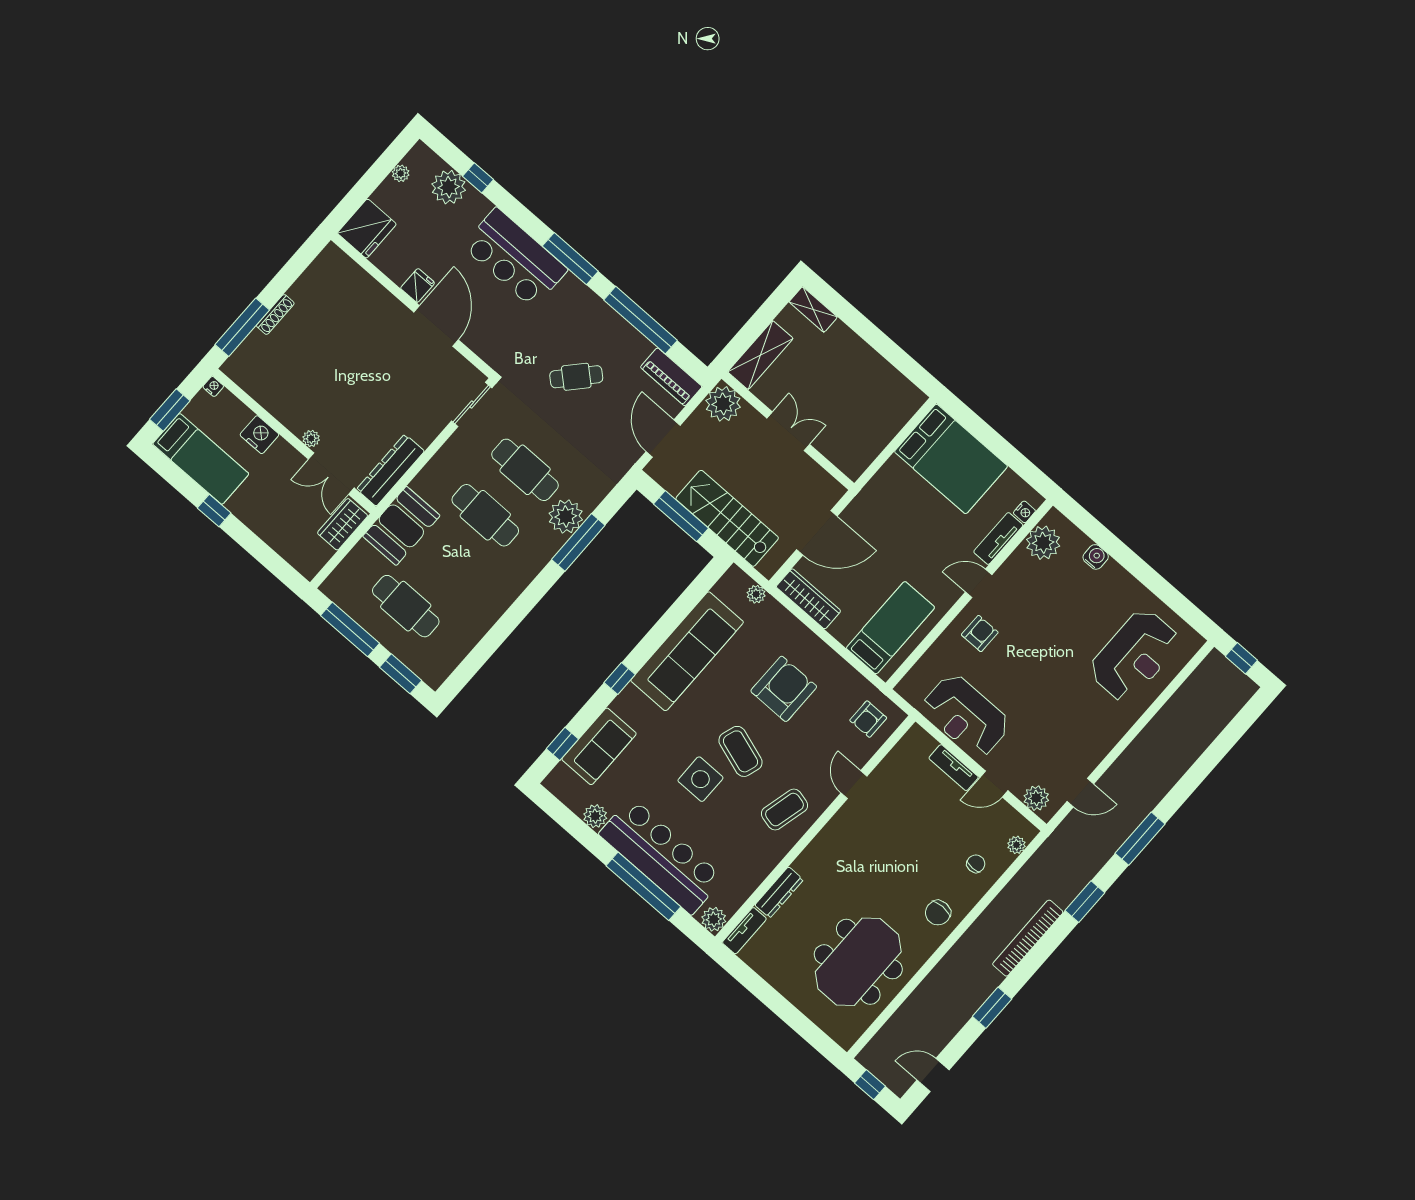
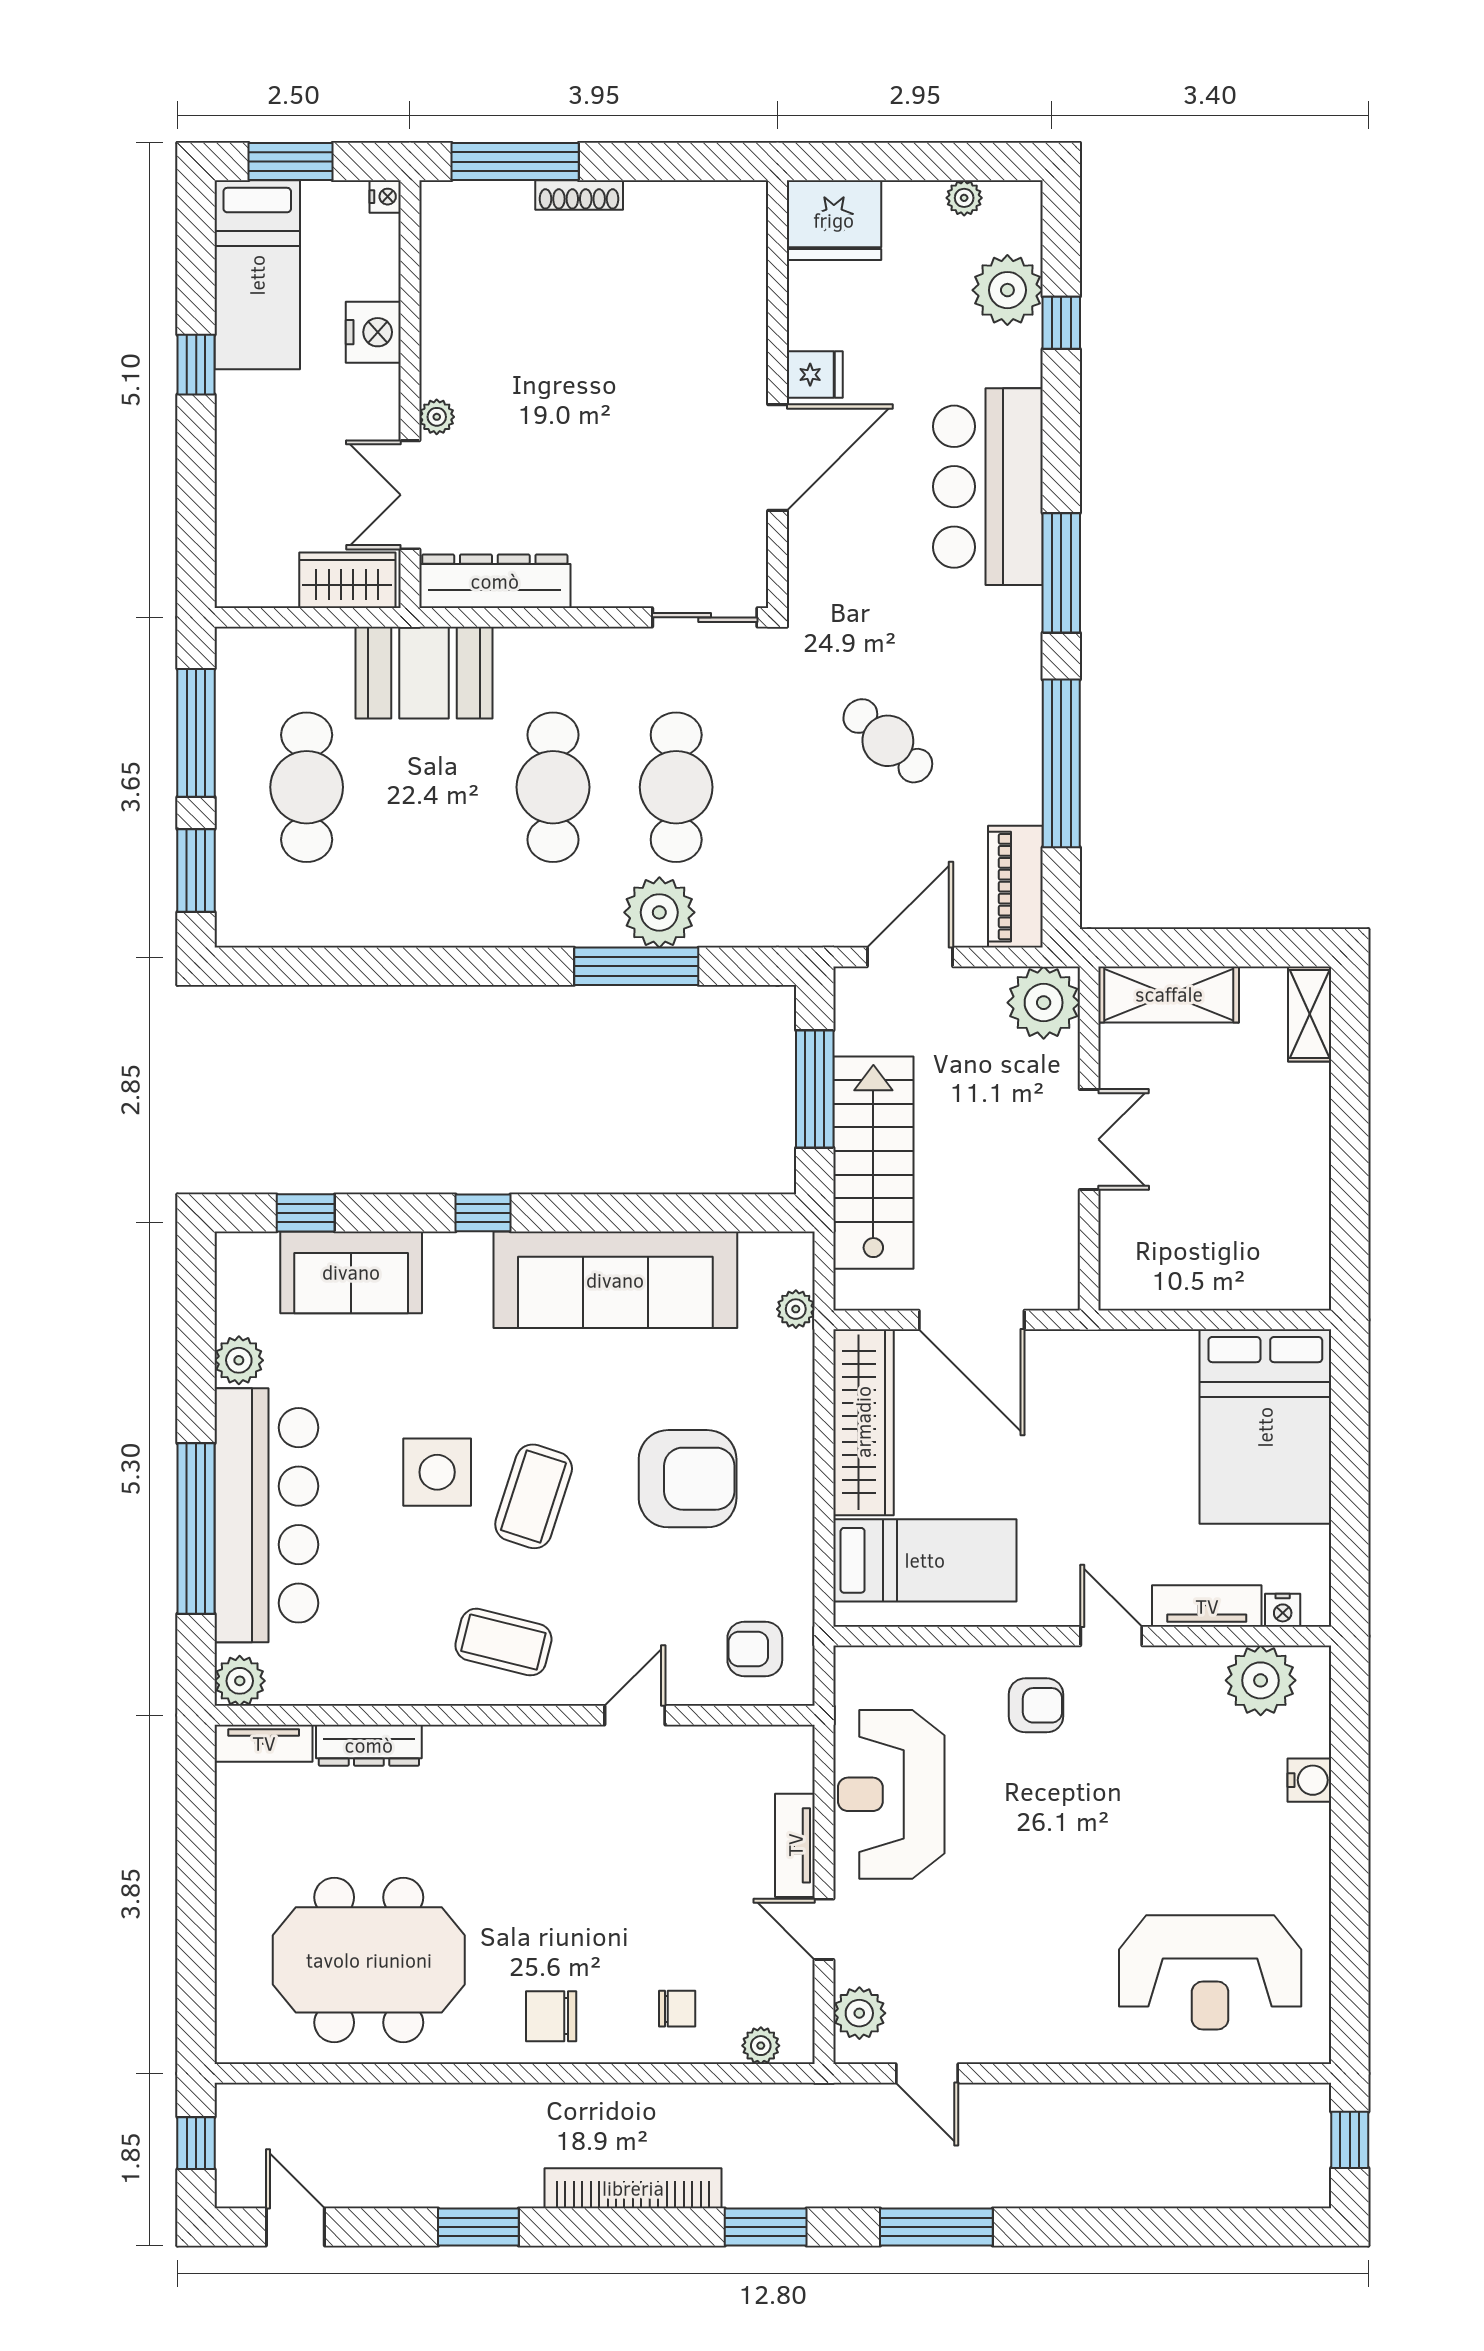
wardrobe: (808, 599) -> (863, 1422), width x1.40, depth x1.17

